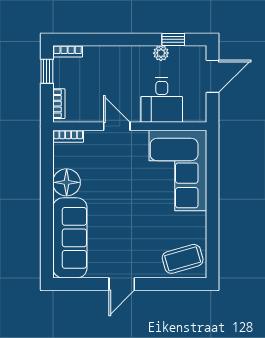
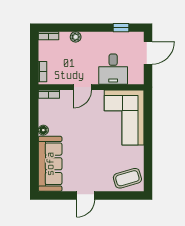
plant: (161, 53) -> (76, 37), moved
window: (47, 71) -> (34, 49), removed
door: (117, 126) -> (82, 87), swing flipped
floor lamp: (67, 182) -> (43, 130), width x0.53, depth x0.53

